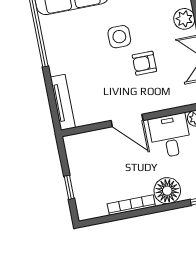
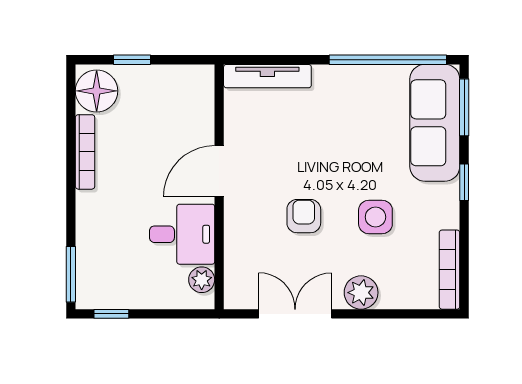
side table: (119, 37) -> (375, 217), moved
floor lamp: (167, 191) -> (97, 91), moved

